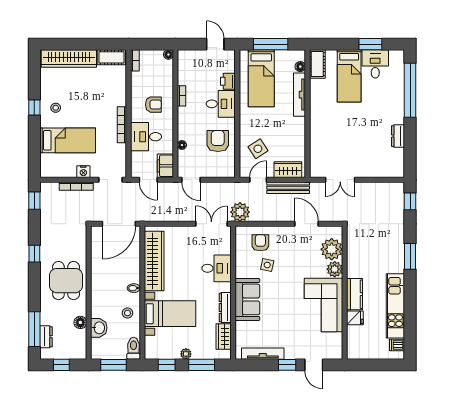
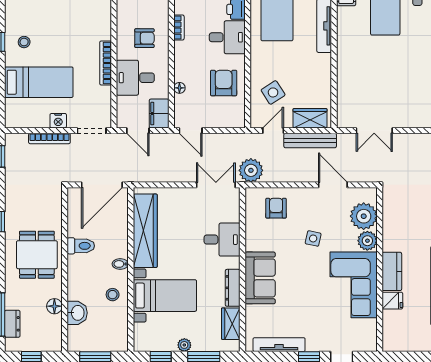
side table: (267, 265) -> (313, 238), moved
toilet: (134, 348) -> (81, 246), moved, turned 90

